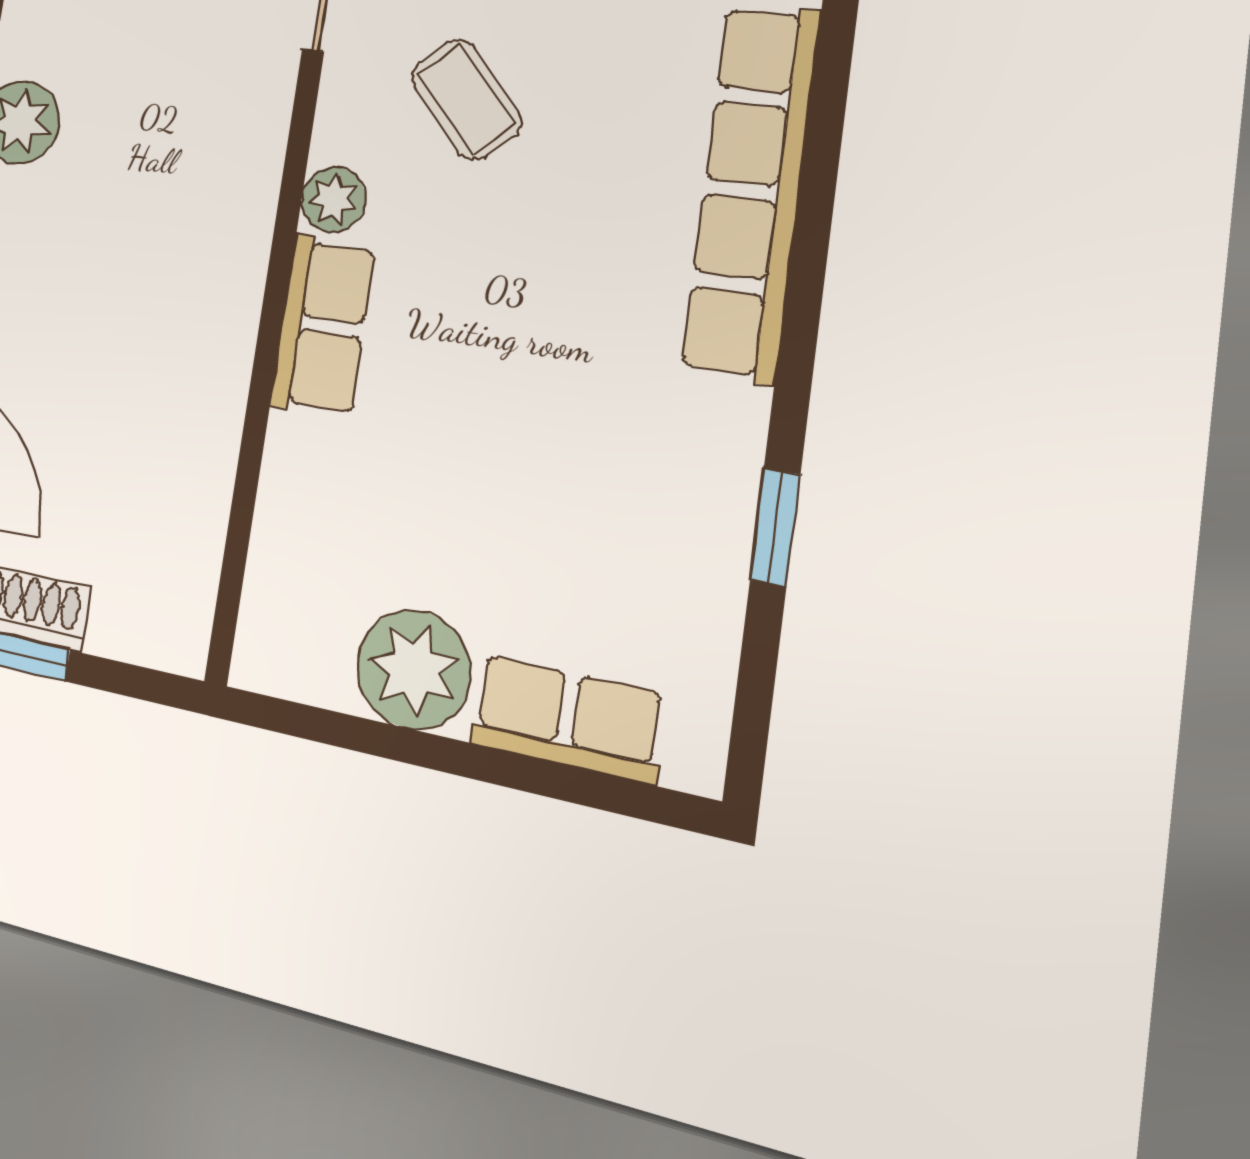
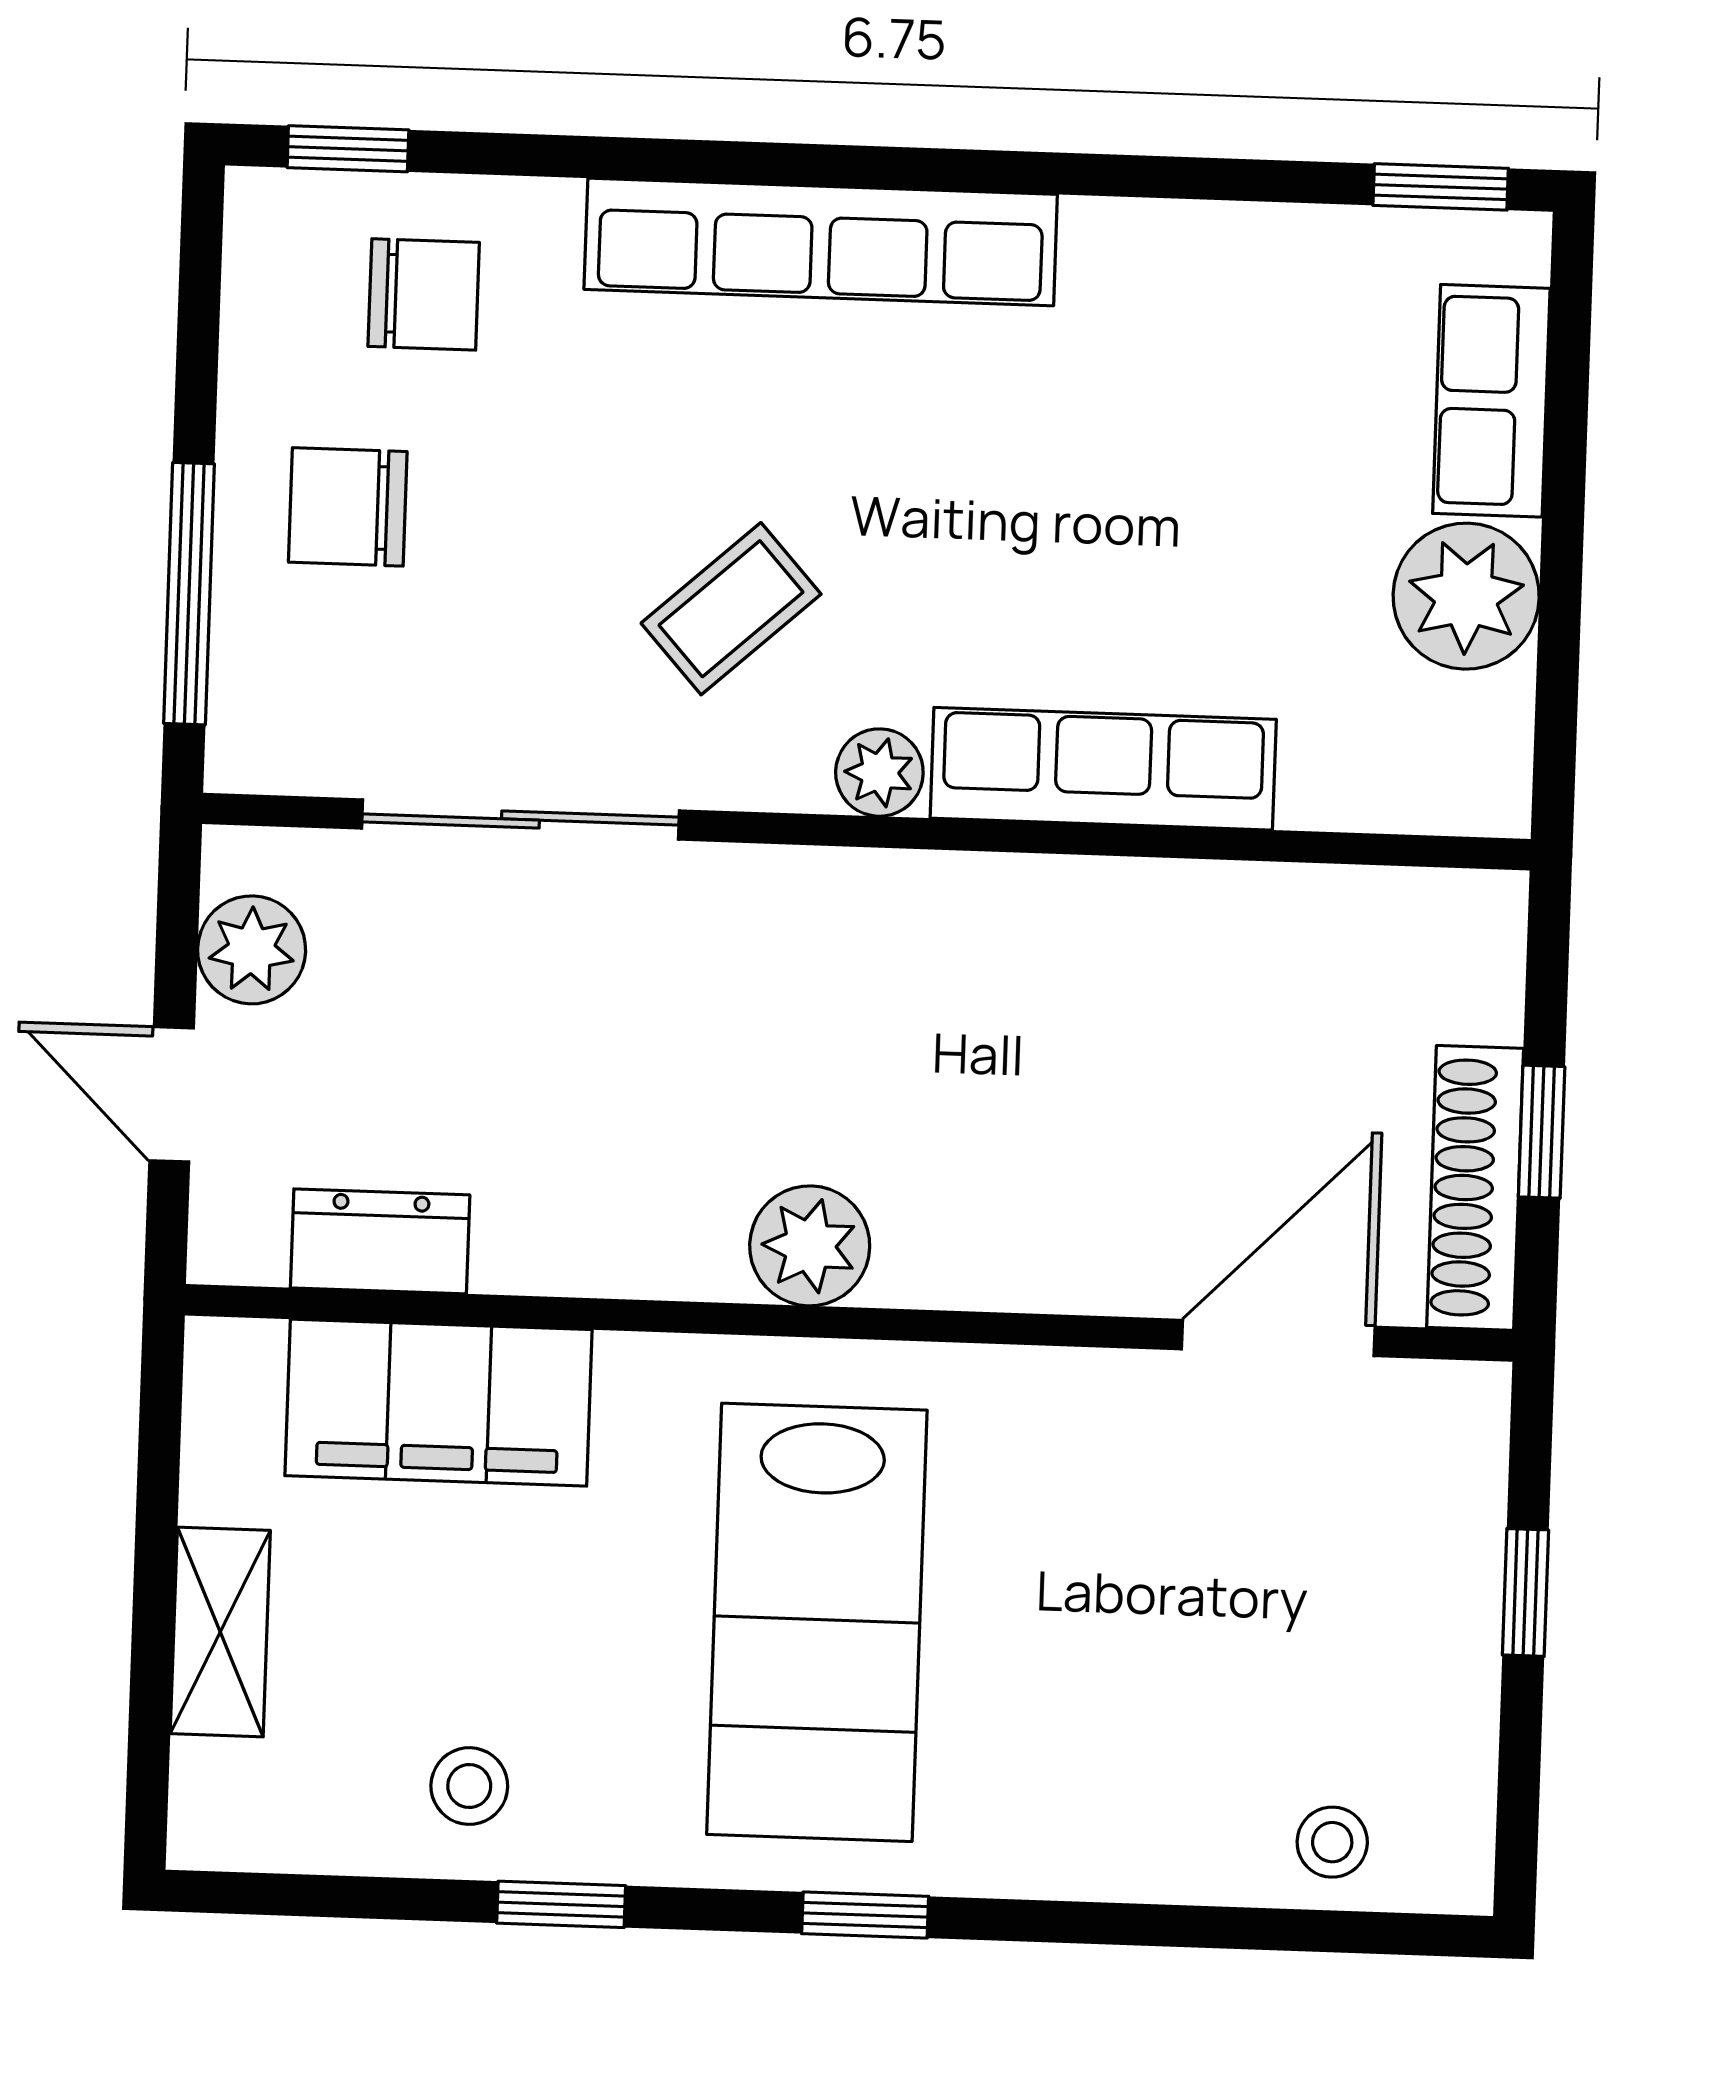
row of seats: (323, 325) -> (1103, 769), width x1.48
window: (775, 527) -> (1441, 187), moved

